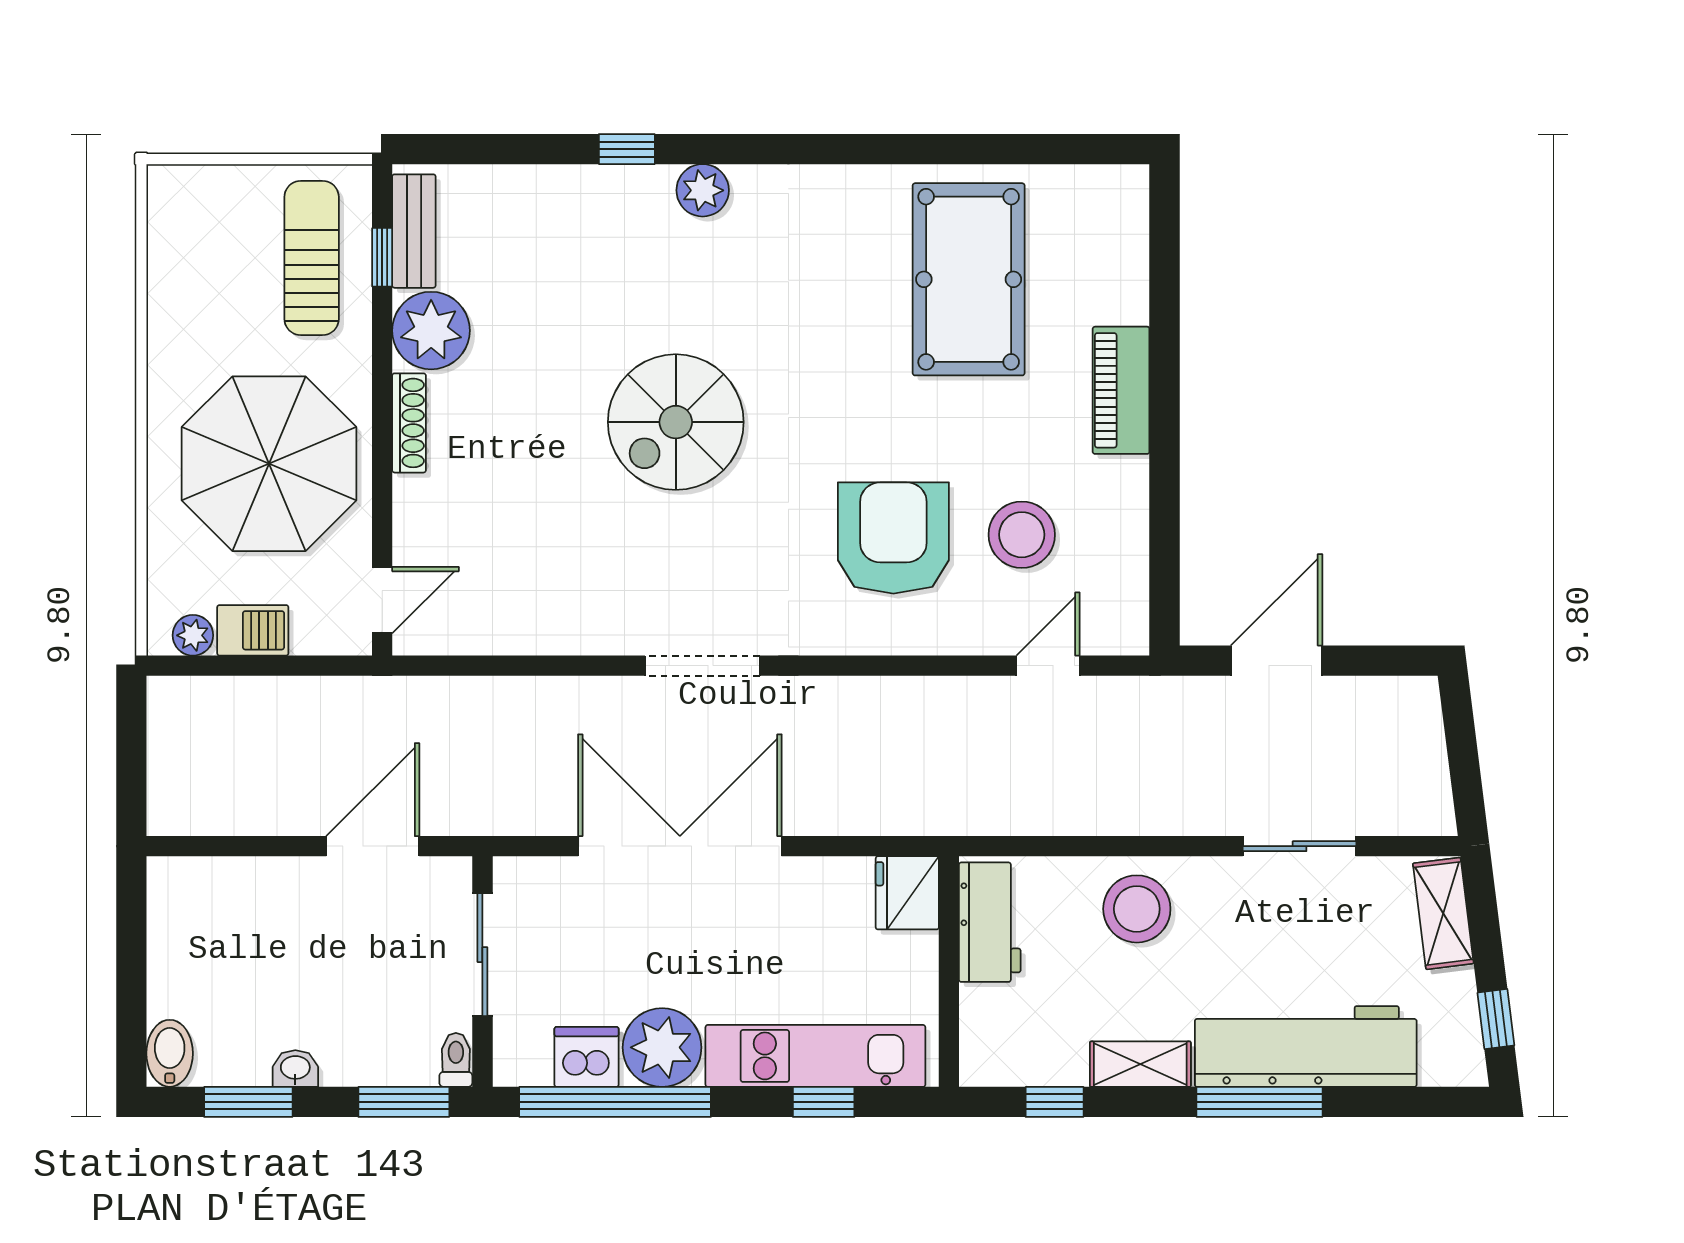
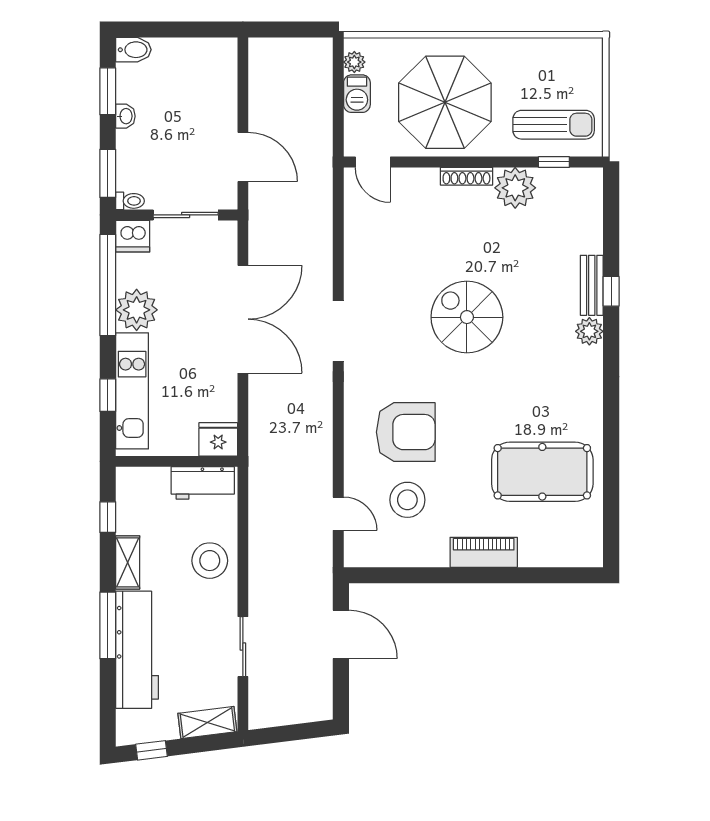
bench: (414, 231) -> (592, 285), moved, turned 90
dishwasher: (587, 1057) -> (133, 236), moved, turned 90

